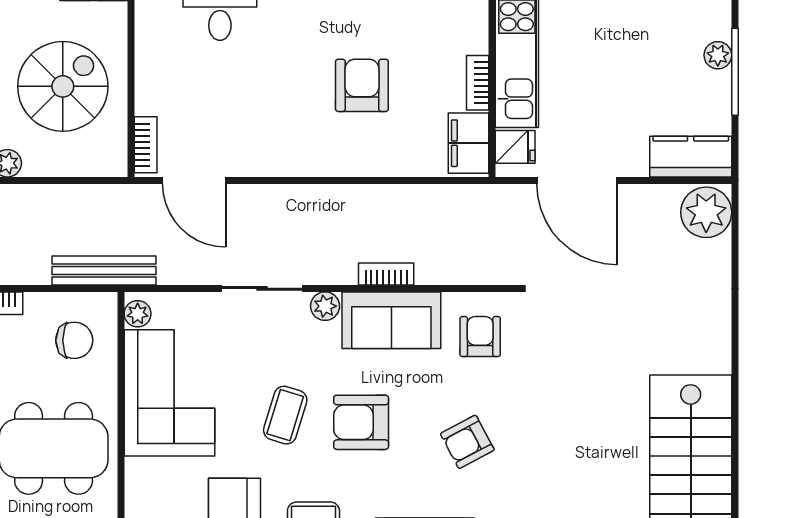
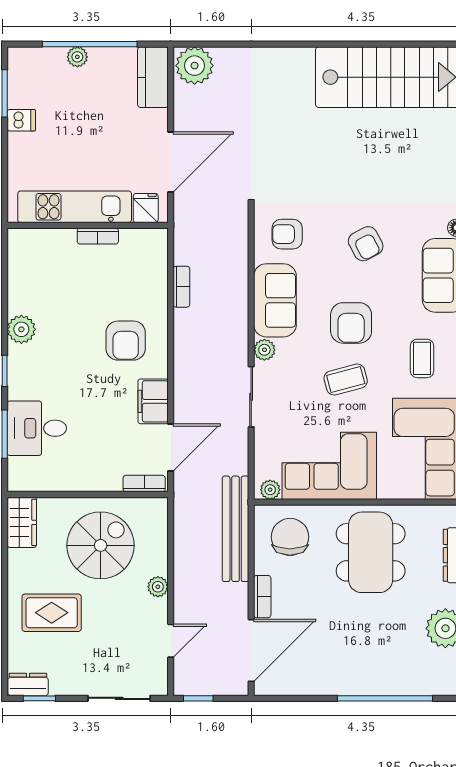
window: (735, 72) -> (90, 44), width x1.46
armchair: (362, 85) -> (126, 341), moved, turned -90
spiral stairs: (63, 86) -> (101, 545), turned 90
filing cabinet: (468, 143) -> (153, 401), moved, turned 90
bench: (104, 270) -> (236, 529), width x1.37, depth x1.21
bookcase: (386, 274) -> (181, 287), moved, turned 180
chair: (74, 340) -> (290, 537), width x1.37, depth x1.37
coffee table: (285, 415) -> (346, 380), turned -32

